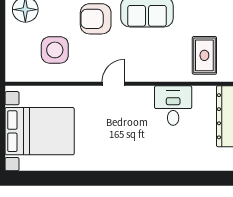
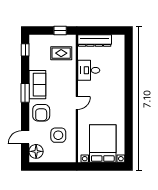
door: (113, 84) -> (77, 103), swing flipped

